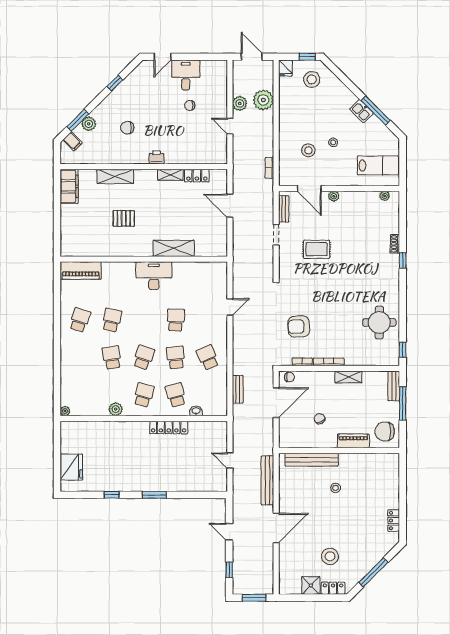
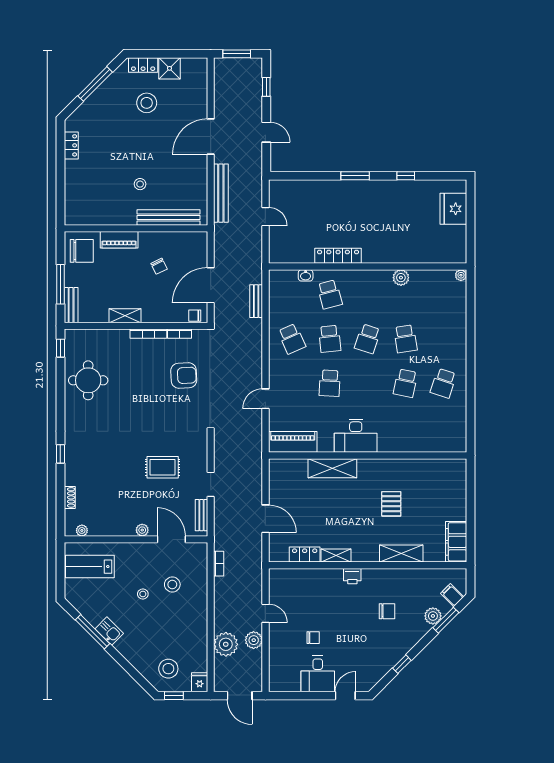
pallet: (124, 218) -> (391, 504), turned 90
shoe rack: (395, 244) -> (70, 497), moved
piano: (81, 271) -> (293, 442), moved
school desk: (144, 395) -> (368, 294), removed

